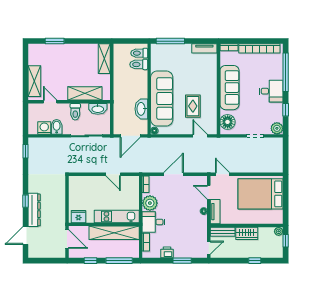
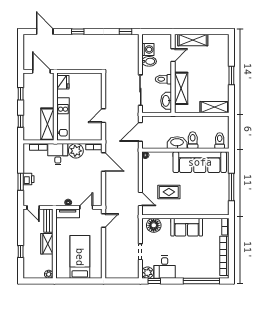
window: (55, 41) -> (231, 76), moved
window: (170, 41) -> (231, 187), moved
tv unit: (204, 48) -> (224, 203), removed
toilet: (139, 64) -> (193, 140), moved
sofa: (230, 88) -> (187, 227), width x0.73
desk: (271, 91) -> (165, 267), moved
sofa: (162, 99) -> (200, 162), moved
washbasin: (141, 109) -> (177, 143), moved
window: (286, 110) -> (154, 281), moved
door: (130, 136) -> (140, 132), hinge flipped
door: (200, 136) -> (140, 199), hinge flipped
door: (173, 174) -> (103, 162), moved
bed: (260, 194) -> (80, 257), width x0.67
dresser: (34, 210) -> (69, 40), removed
shelving: (114, 233) -> (47, 124), width x0.68
door: (67, 239) -> (41, 71), swing flipped
window: (286, 241) -> (40, 281), removed
printer: (167, 252) -> (29, 179), moved
window: (119, 261) -> (21, 121), width x0.46

